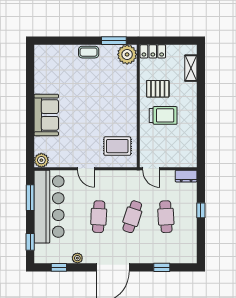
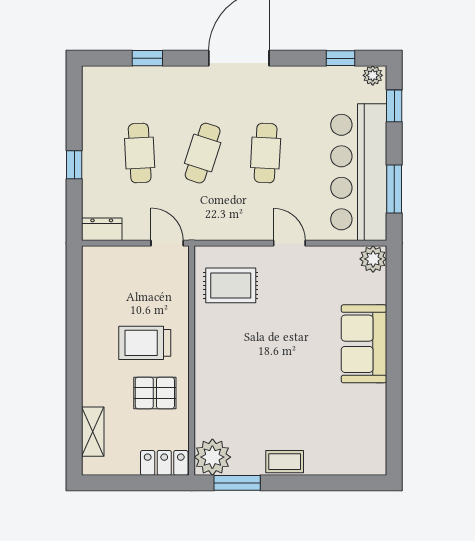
plant: (77, 258) -> (373, 75), moved

